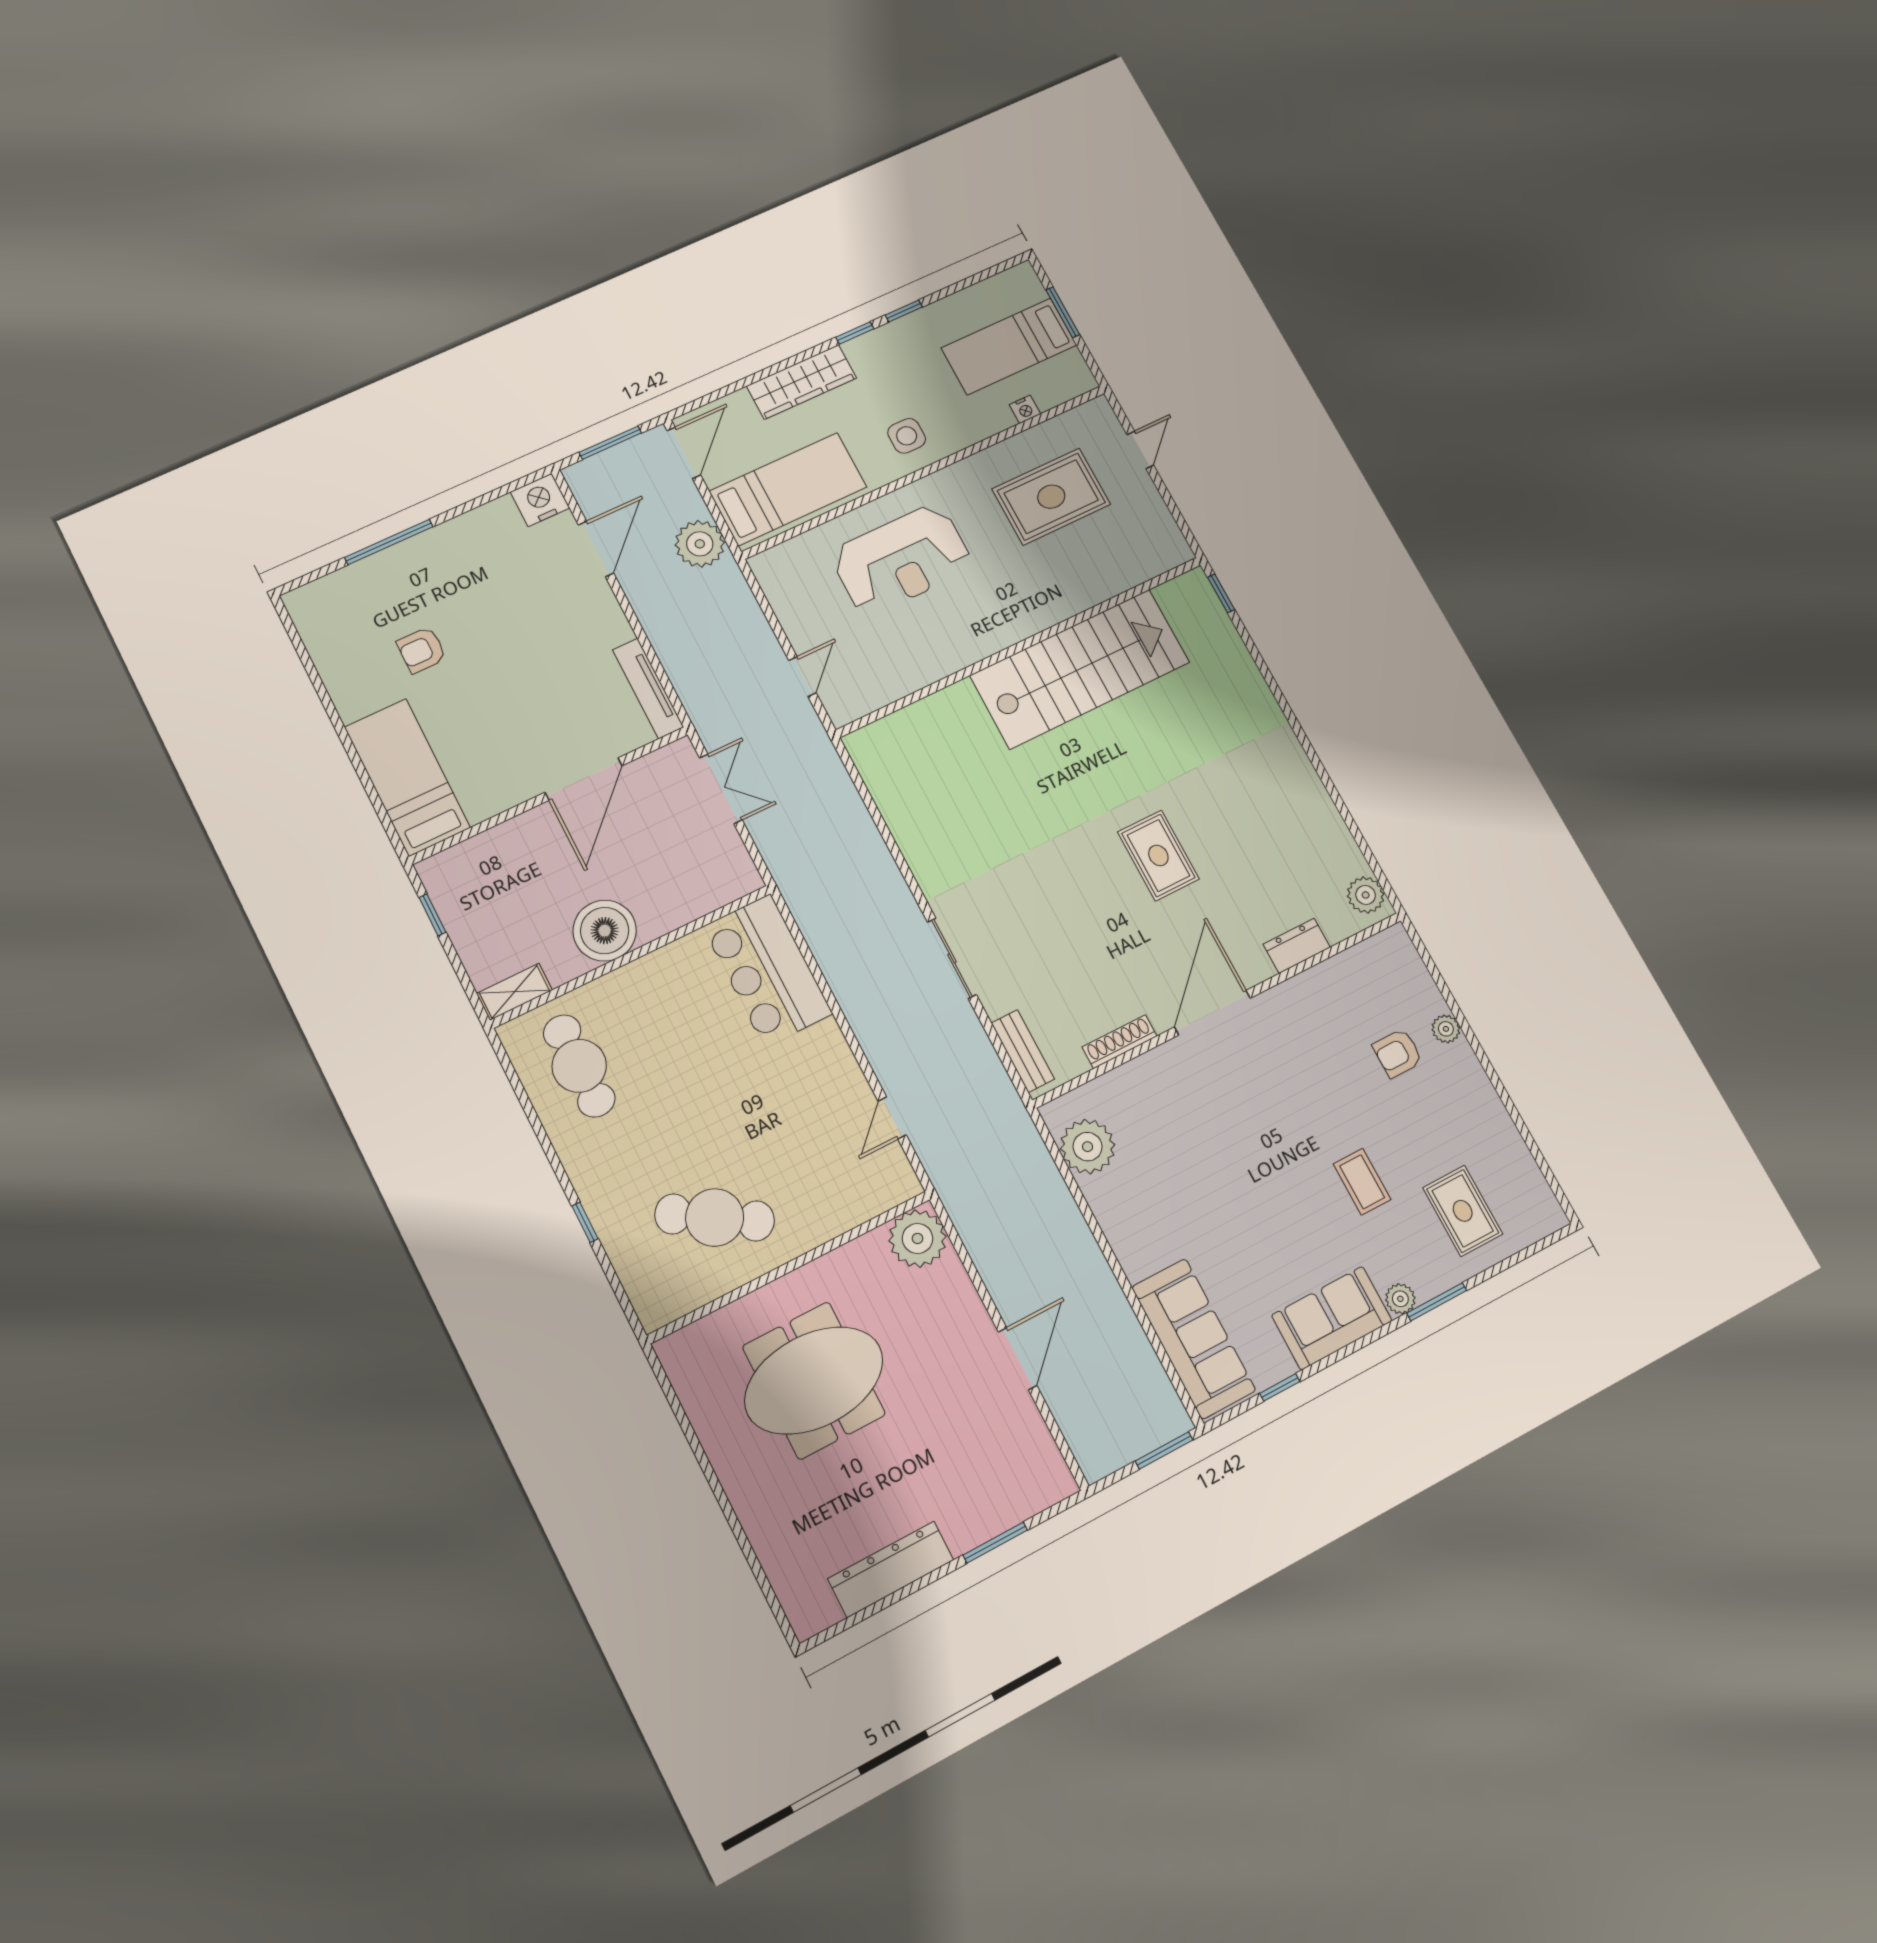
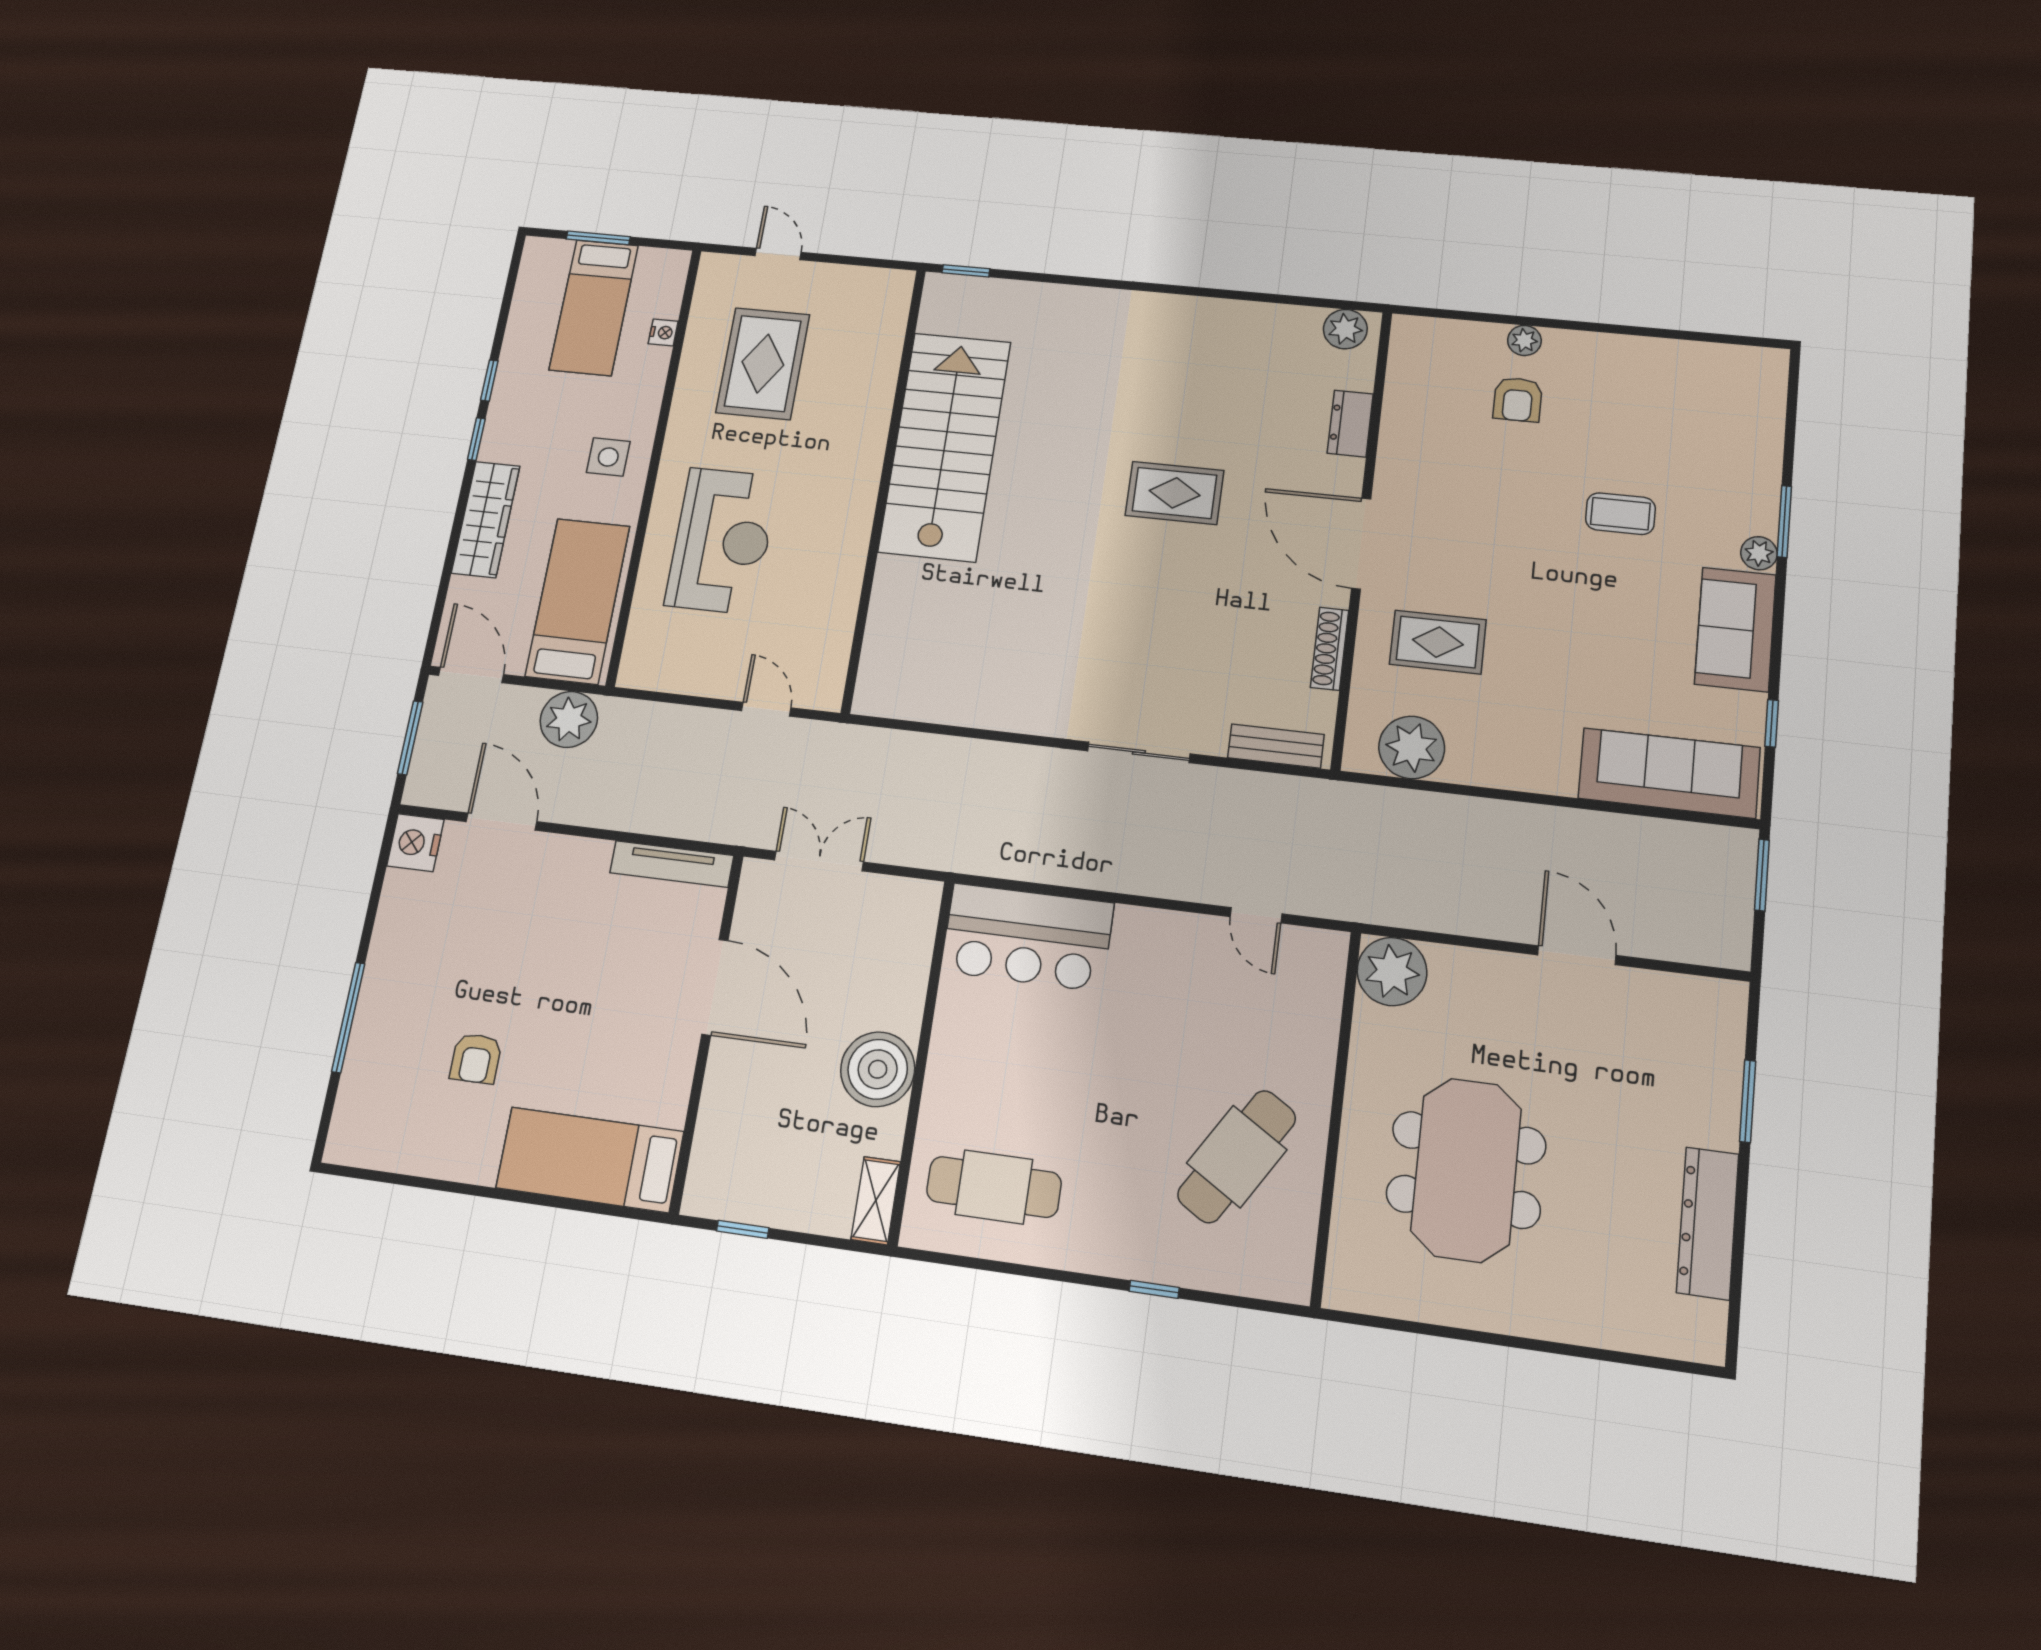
rug: (1463, 1211) -> (1438, 642), moved

